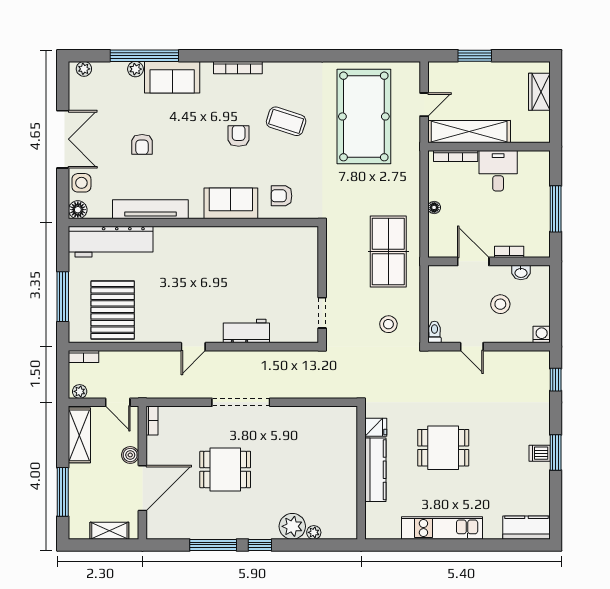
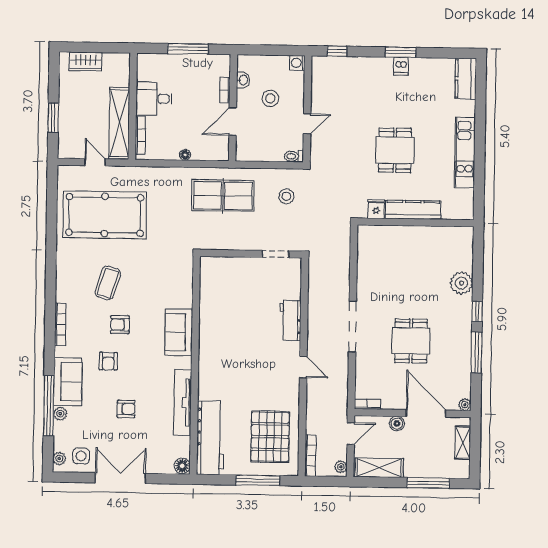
side table: (81, 183) -> (81, 456), moved
armchair: (282, 196) -> (108, 361), moved
pallet: (113, 310) -> (270, 437), turned 90
bookcase: (83, 356) -> (310, 456), width x1.56
plant: (314, 532) -> (465, 405), moved

